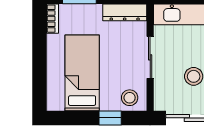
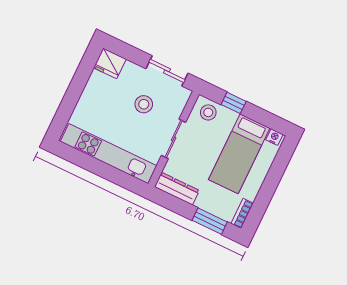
nightstand: (57, 104) -> (274, 137), added

